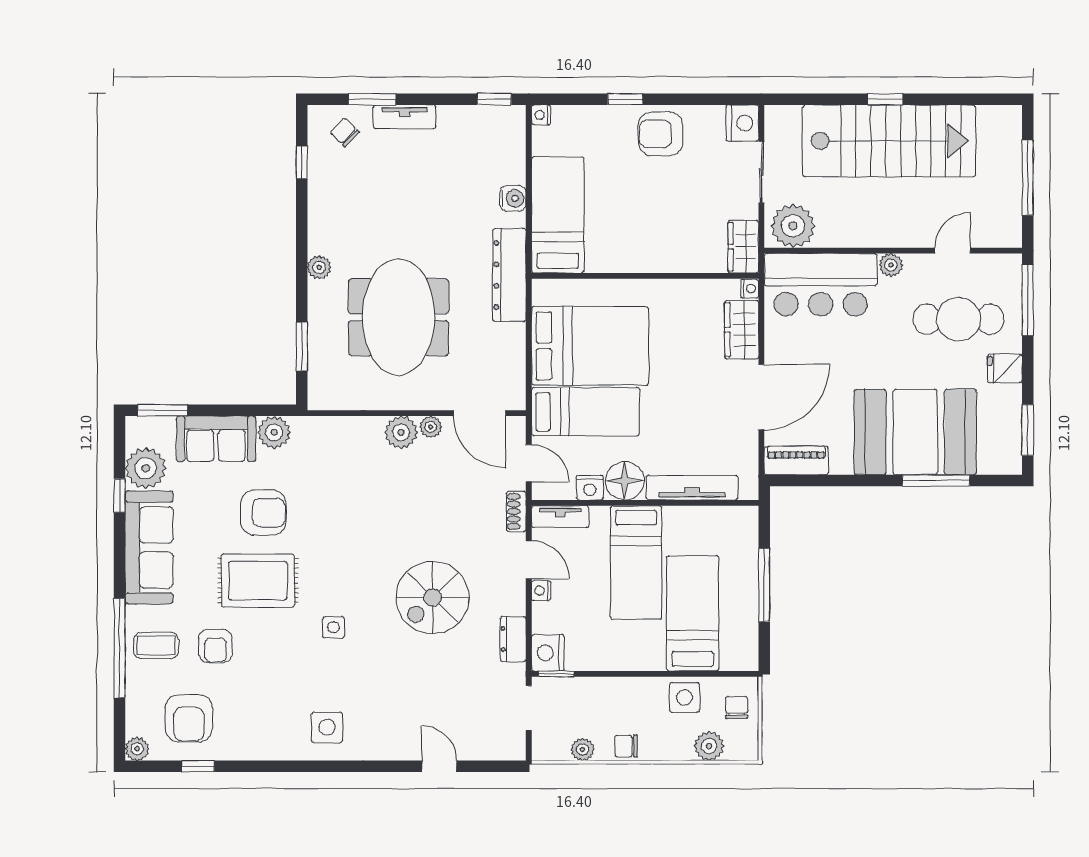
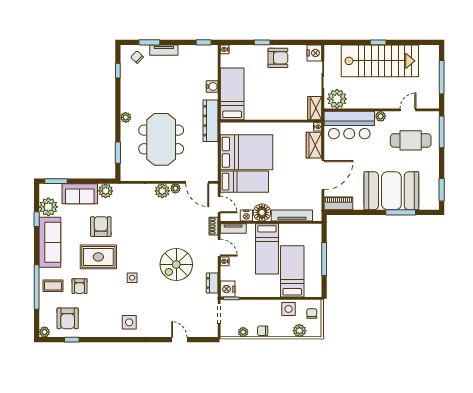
armchair: (661, 134) -> (278, 58), turned 180
fridge: (1005, 368) -> (431, 162), removed
armchair: (263, 513) -> (101, 227), turned -90

